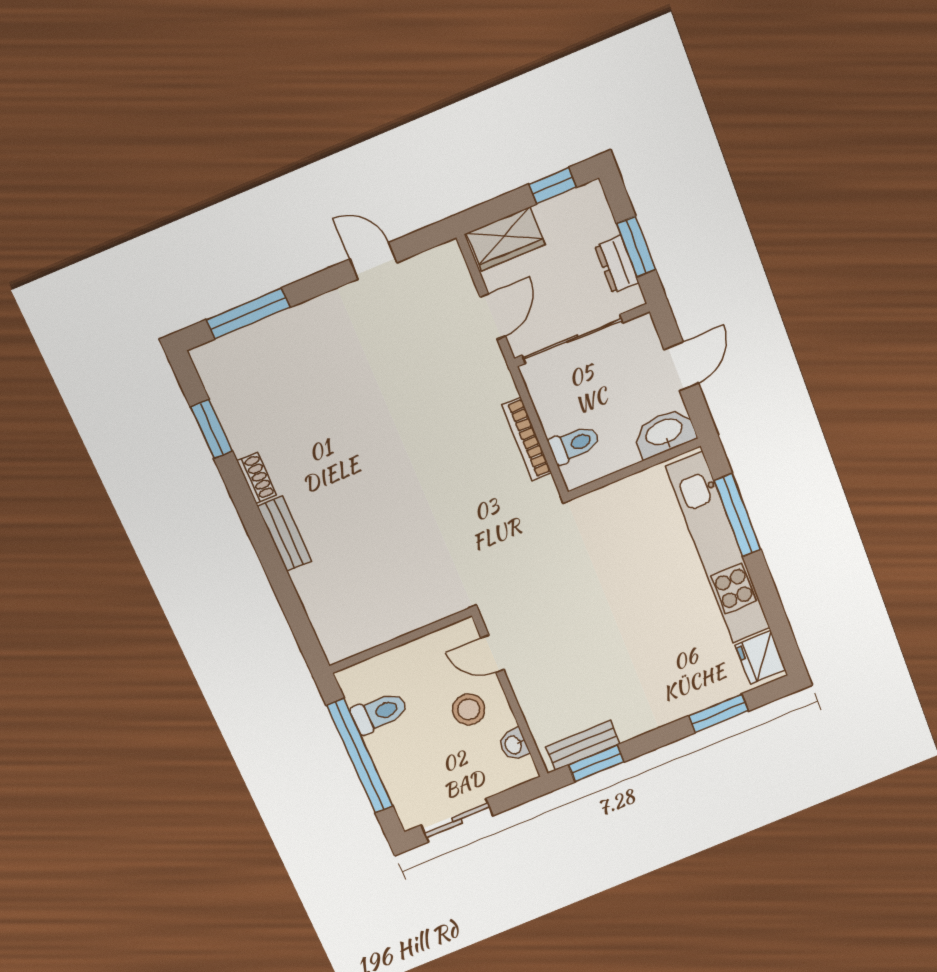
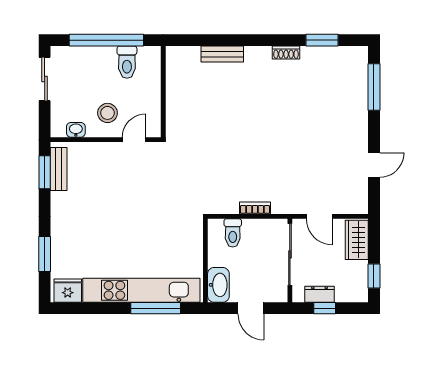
window: (636, 247) -> (325, 308), width x0.67
bookcase: (527, 439) -> (255, 208), width x0.64
bench: (284, 534) -> (222, 54), moved

